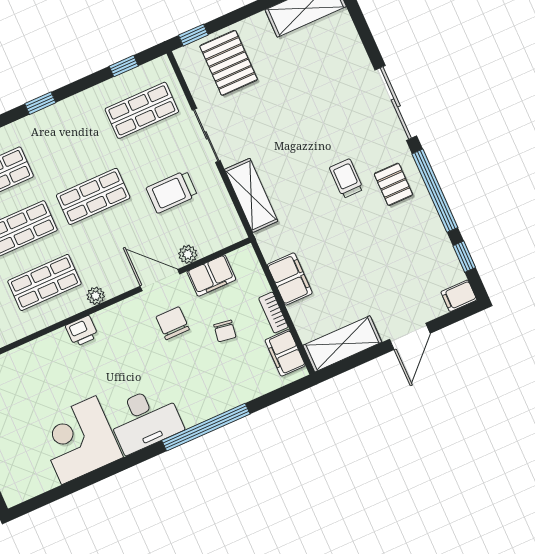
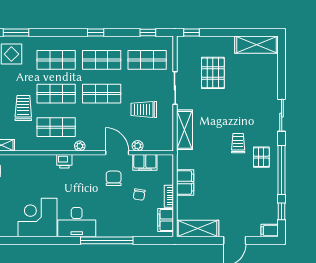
pallet: (229, 63) -> (213, 73), moved
sliding door: (396, 103) -> (282, 115), width x0.73
shop shelf: (69, 143) -> (102, 60), added

